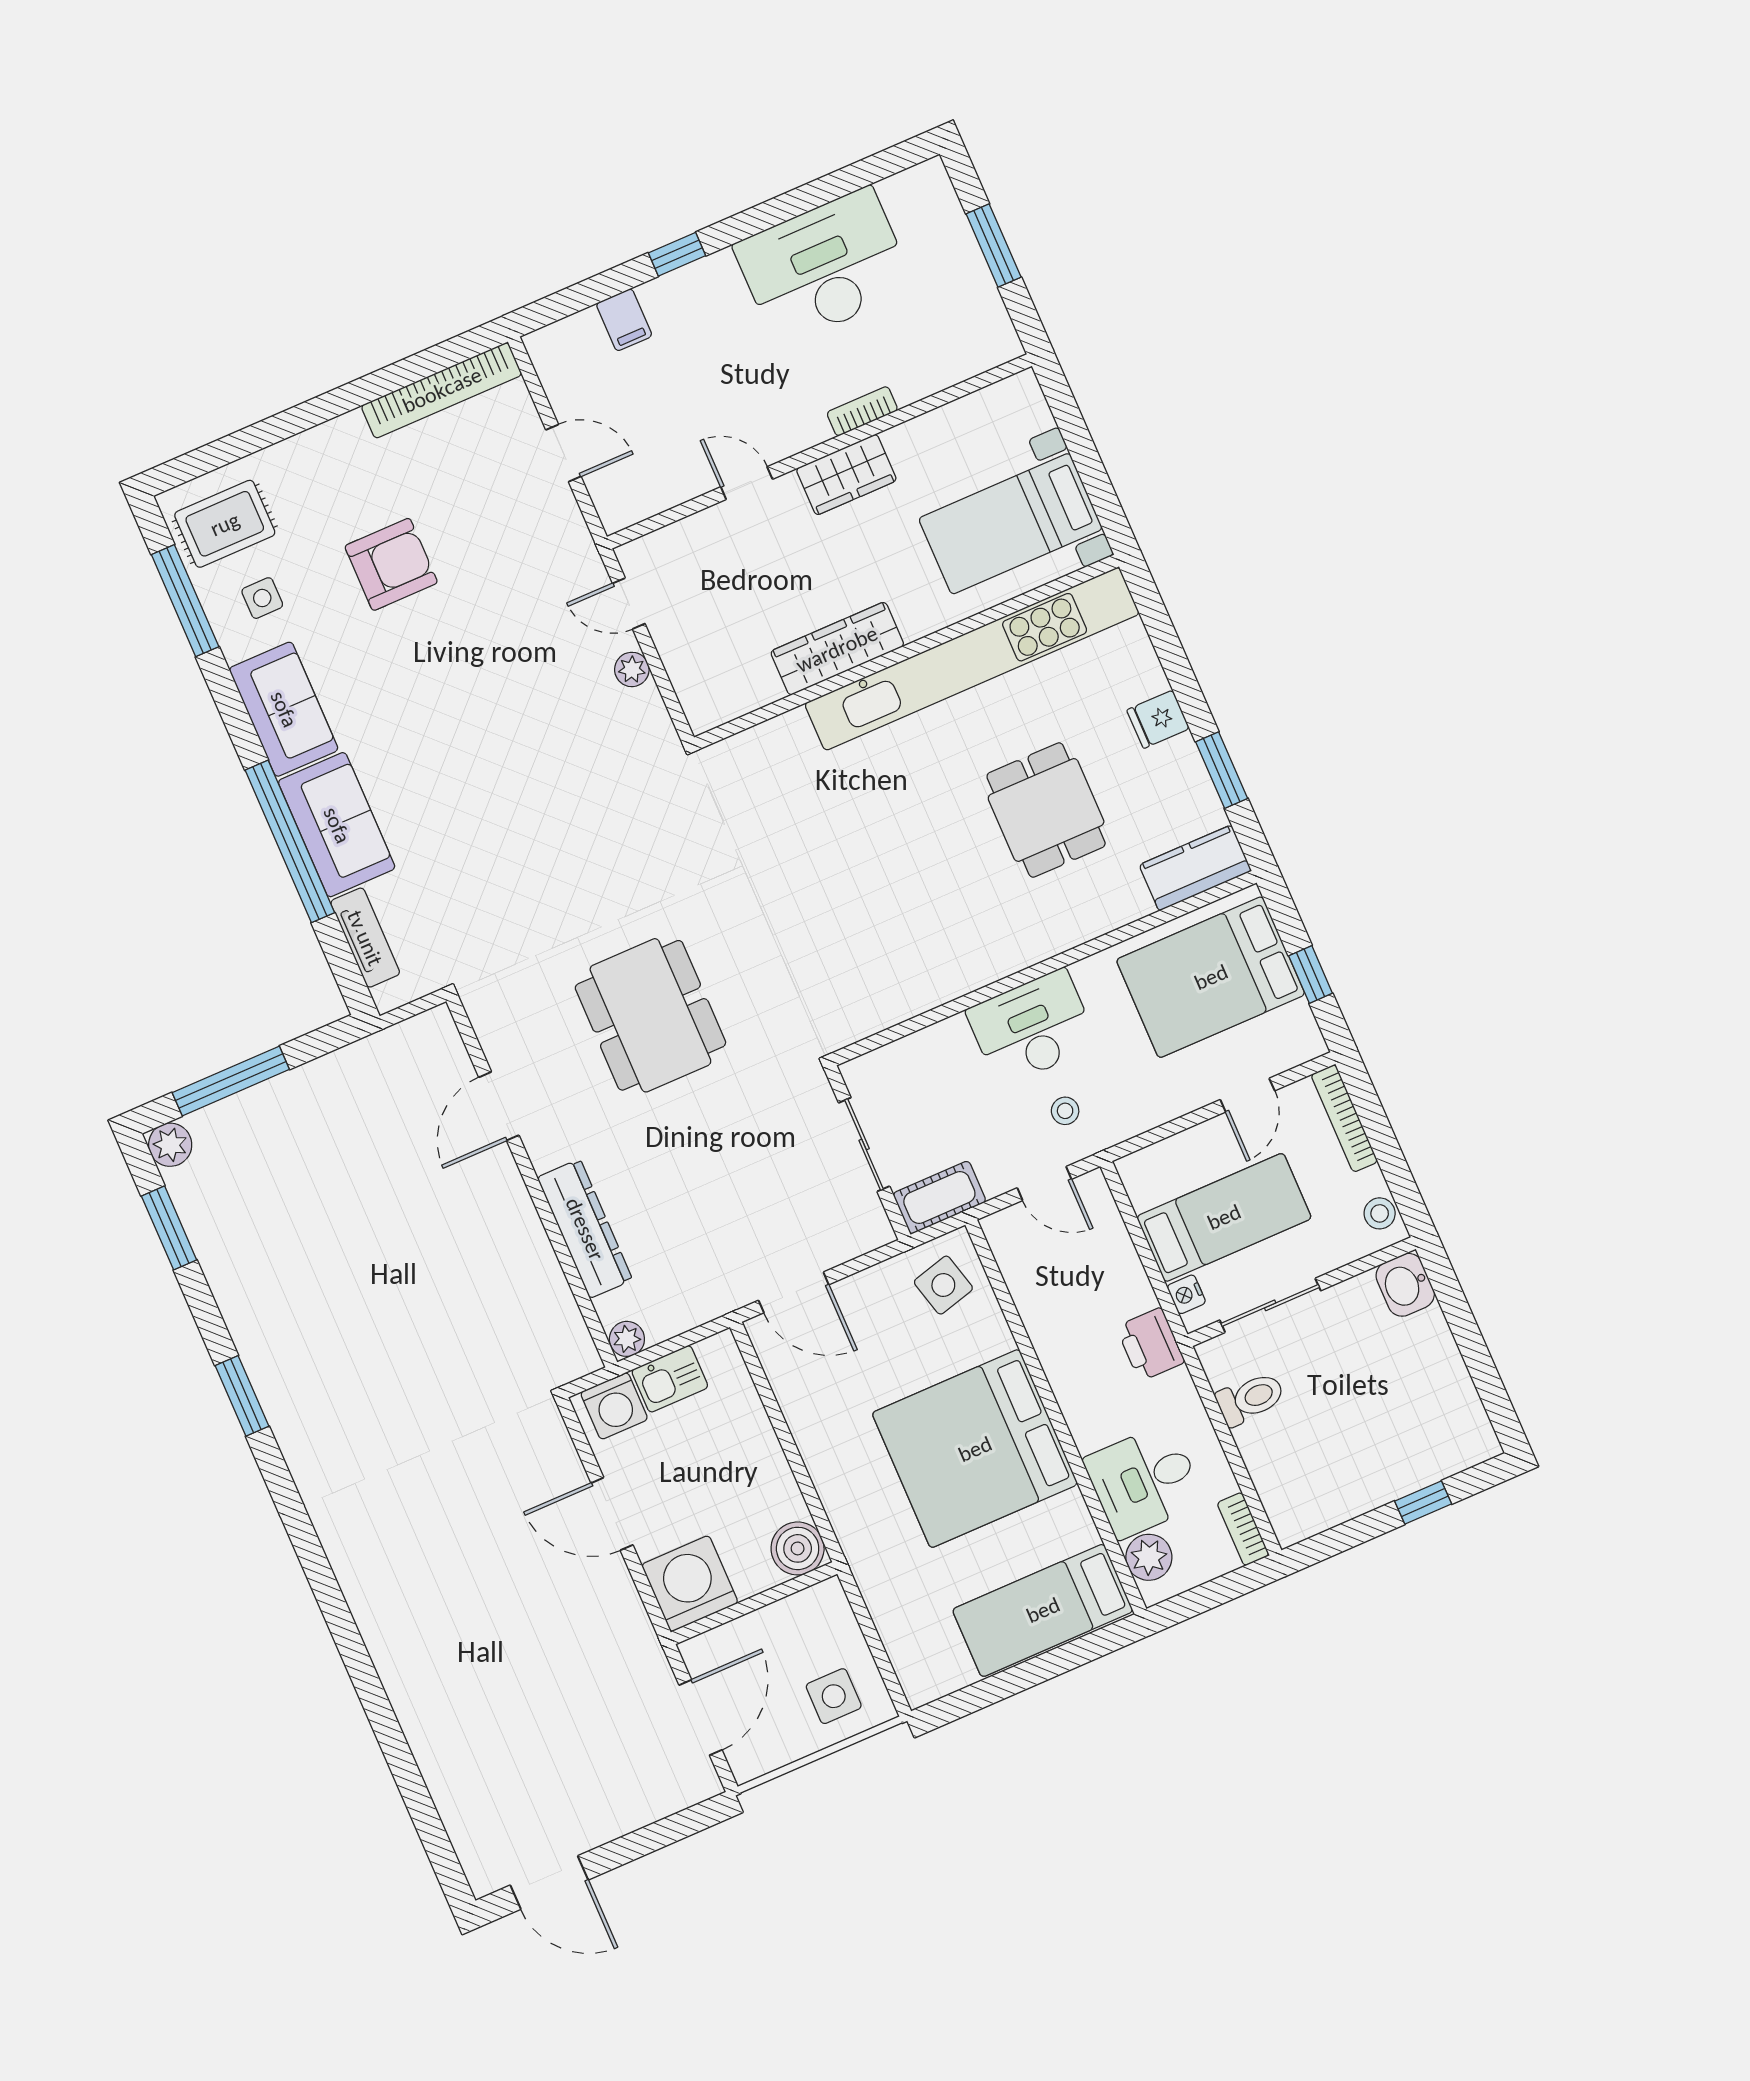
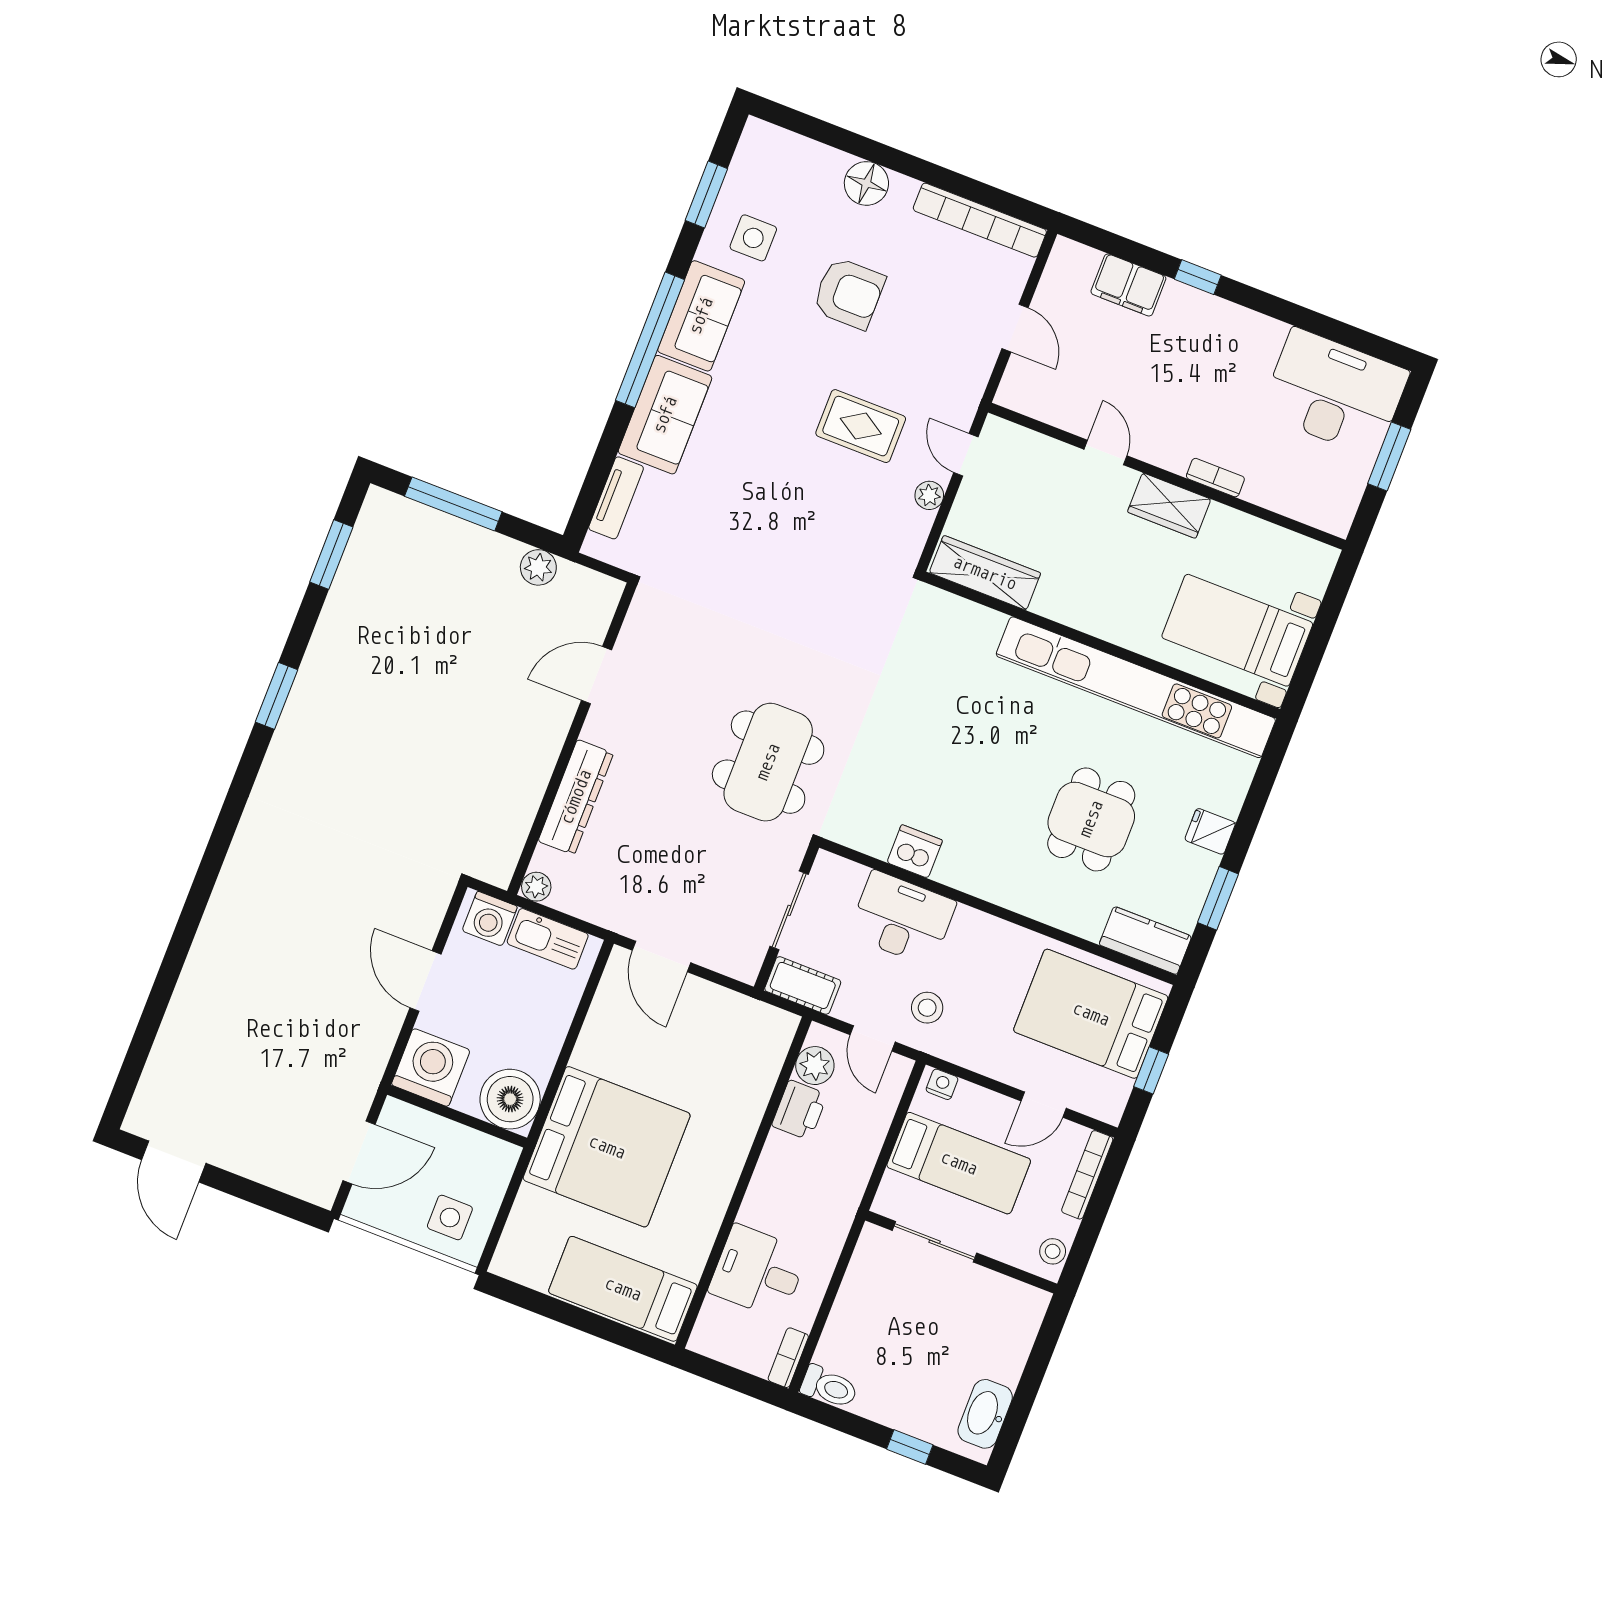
desk: (824, 267) -> (1335, 393), moved
filing cabinet: (624, 320) -> (1128, 285), width x2.00
floor lamp: (313, 455) -> (866, 183), added
rug: (225, 524) -> (861, 426), moved
side table: (262, 598) -> (753, 238), width x1.37, depth x1.37
window: (185, 601) -> (706, 194), width x0.69
wardrobe: (837, 649) -> (985, 573), moved
window: (290, 841) -> (650, 340), moved
dishwasher: (922, 987) -> (915, 851), added
dining table: (650, 1015) -> (768, 762), moved
desk: (1032, 1028) -> (902, 918), moved
stool: (1065, 1111) -> (927, 1008), width x1.37, depth x1.37
plant: (170, 1145) -> (538, 567), moved
side table: (943, 1285) -> (754, 1039), removed
washbasin: (1405, 1285) -> (985, 1414), moved, width x1.38
nightstand: (1186, 1294) -> (942, 1084), moved, turned 90
printer: (1150, 1344) -> (799, 1110), moved, turned 180
kitchen sink: (670, 1379) -> (548, 939), width x1.38
toilet: (1250, 1399) -> (829, 1387), moved
bed: (975, 1449) -> (607, 1147), moved, turned 180
boiler: (798, 1548) -> (510, 1099), width x1.37, depth x1.37
plant: (1149, 1557) -> (815, 1066), moved

